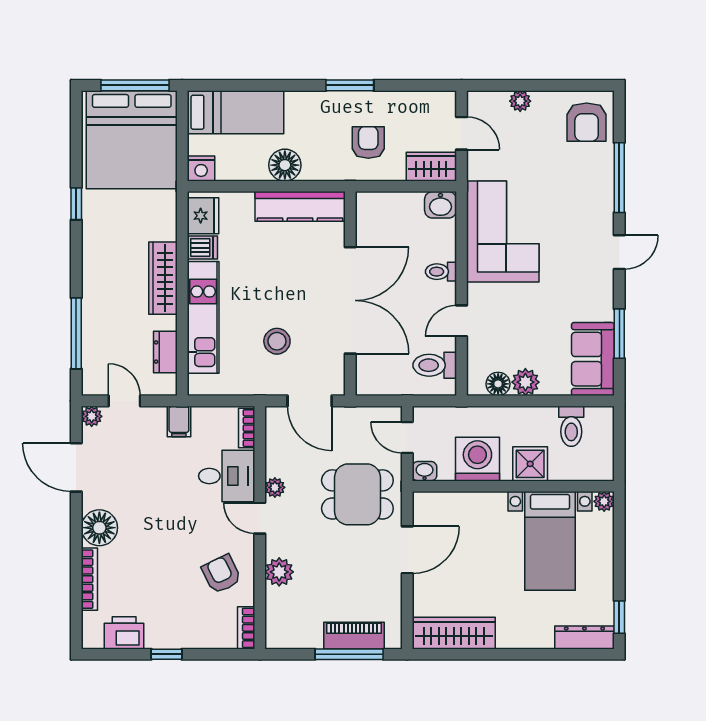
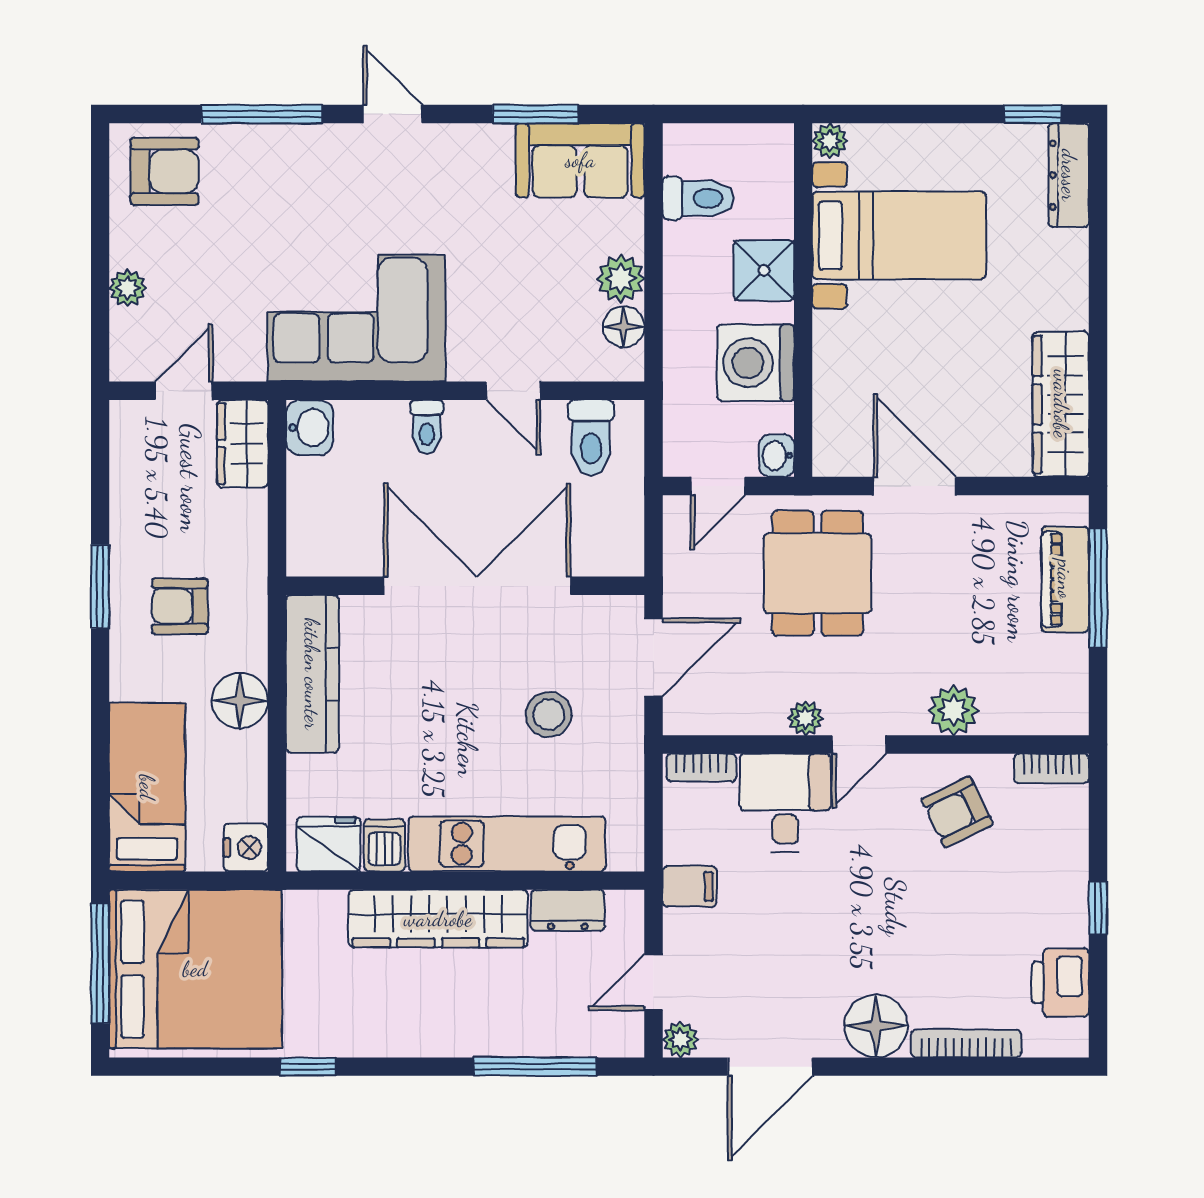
armchair: (368, 143) -> (180, 606), moved
wardrobe: (163, 278) -> (438, 919), width x1.40, depth x1.17

